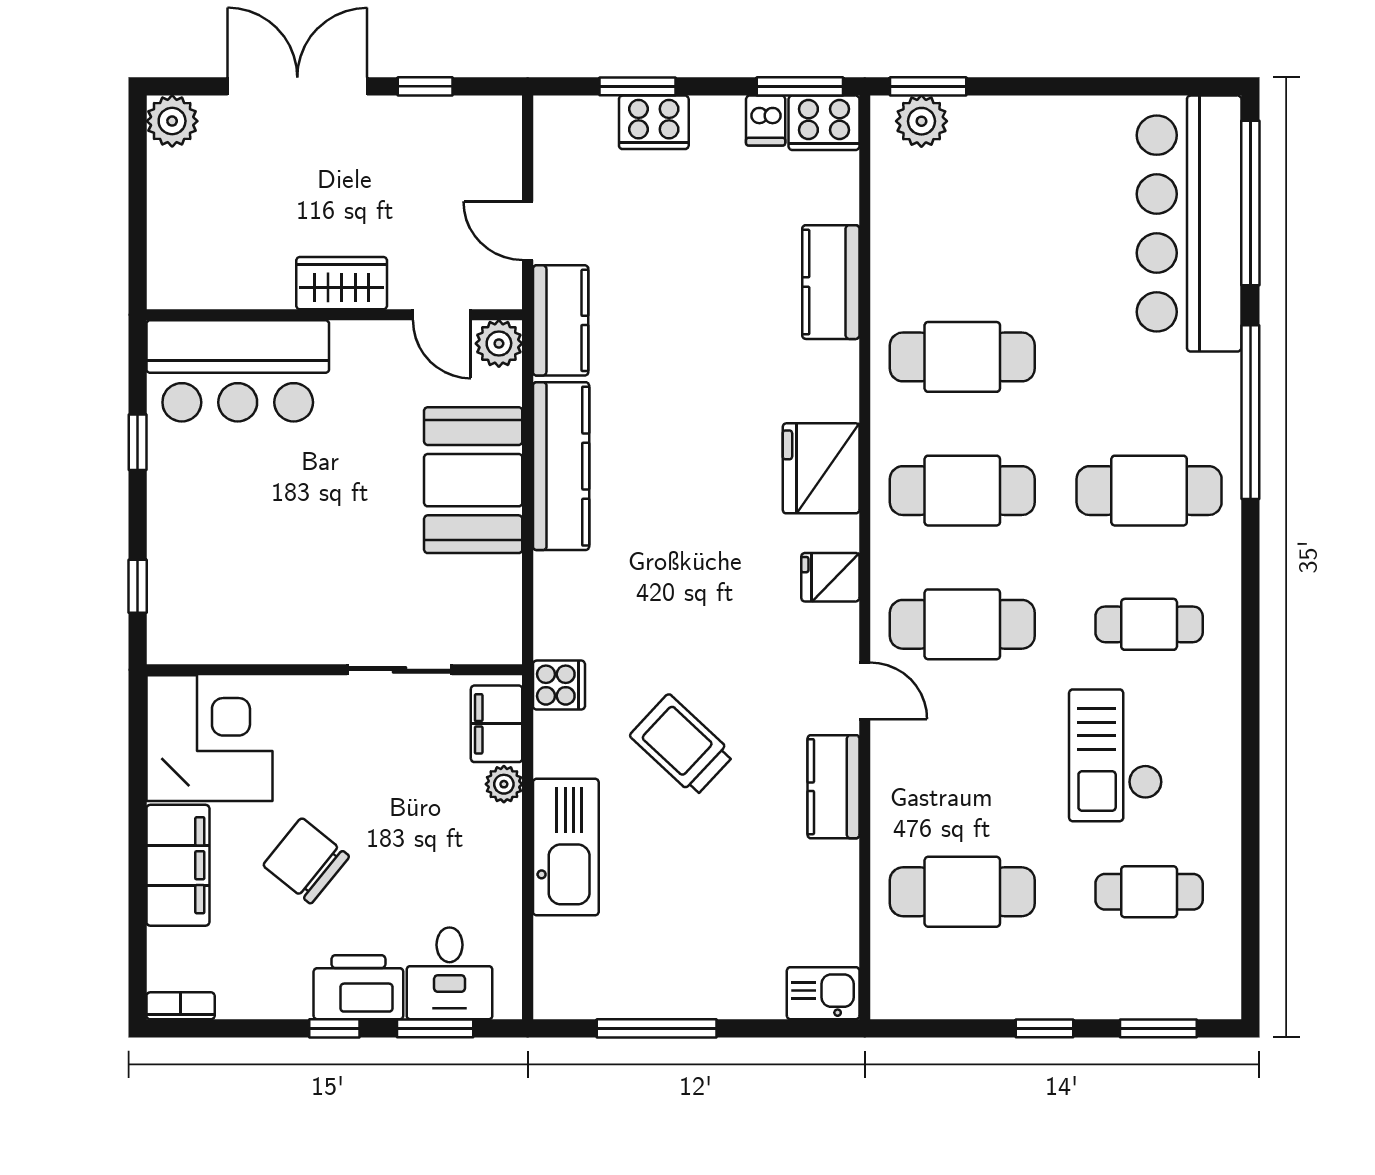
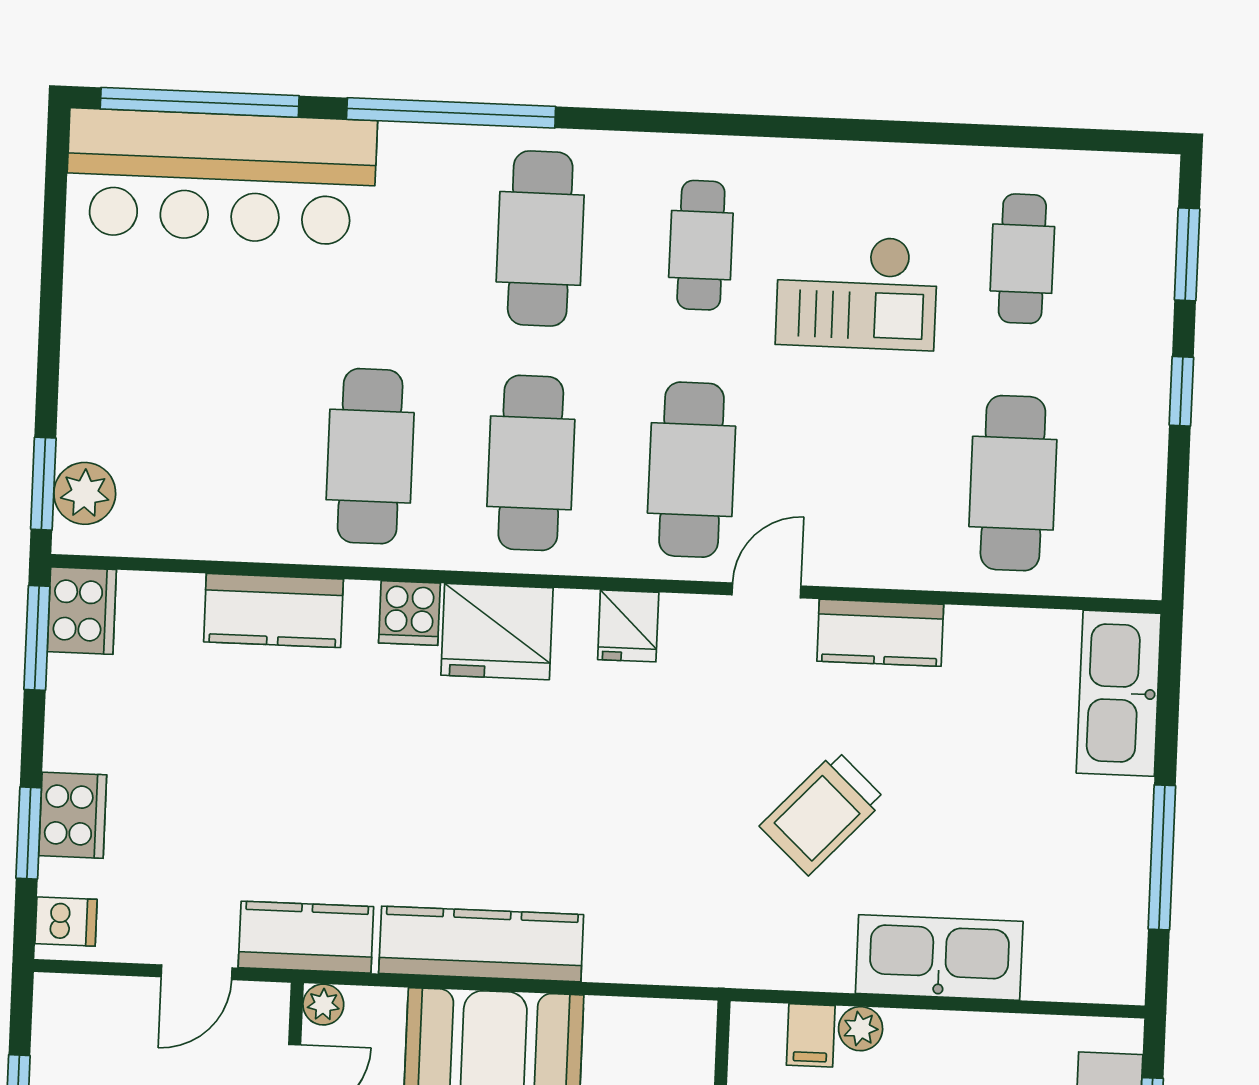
dishwasher: (766, 121) -> (66, 922), moved
plant: (499, 343) -> (323, 1005), width x0.73, depth x0.73
cooker: (559, 685) -> (409, 613), moved, turned 180
filing cabinet: (497, 724) -> (811, 1035), width x0.50
kitchen sink: (823, 993) -> (1119, 693), width x1.87, depth x1.24

